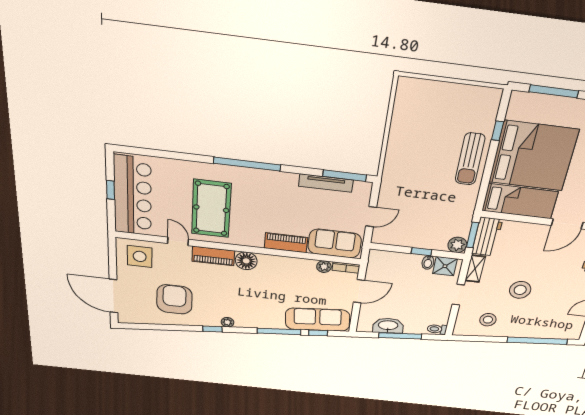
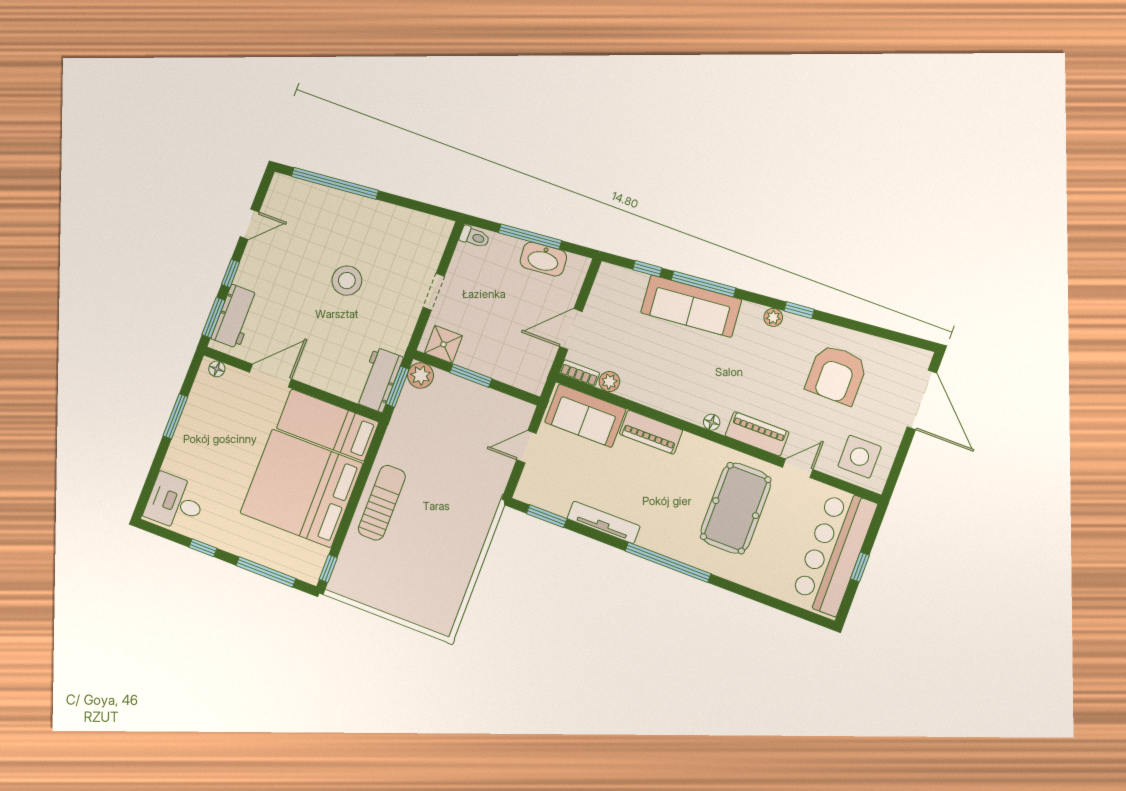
window: (498, 131) -> (328, 568), moved
window: (345, 176) -> (547, 516), width x0.69
tv unit: (326, 183) -> (604, 522), moved
door: (178, 241) -> (798, 468), swing flipped
window: (421, 252) -> (471, 376), width x1.50
floor lamp: (246, 261) -> (712, 422), width x0.53, depth x0.53
bidet: (428, 262) -> (465, 356), removed
shelving: (475, 269) -> (403, 331), removed
sofa: (318, 320) -> (691, 306), moved
stool: (488, 320) -> (399, 238), removed

